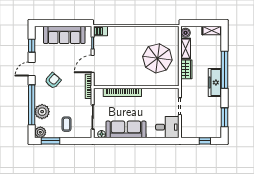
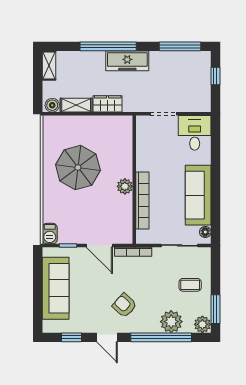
parasol: (157, 58) -> (78, 168), moved
plant: (132, 81) -> (125, 186), added
window: (225, 117) -> (180, 46), width x1.44

